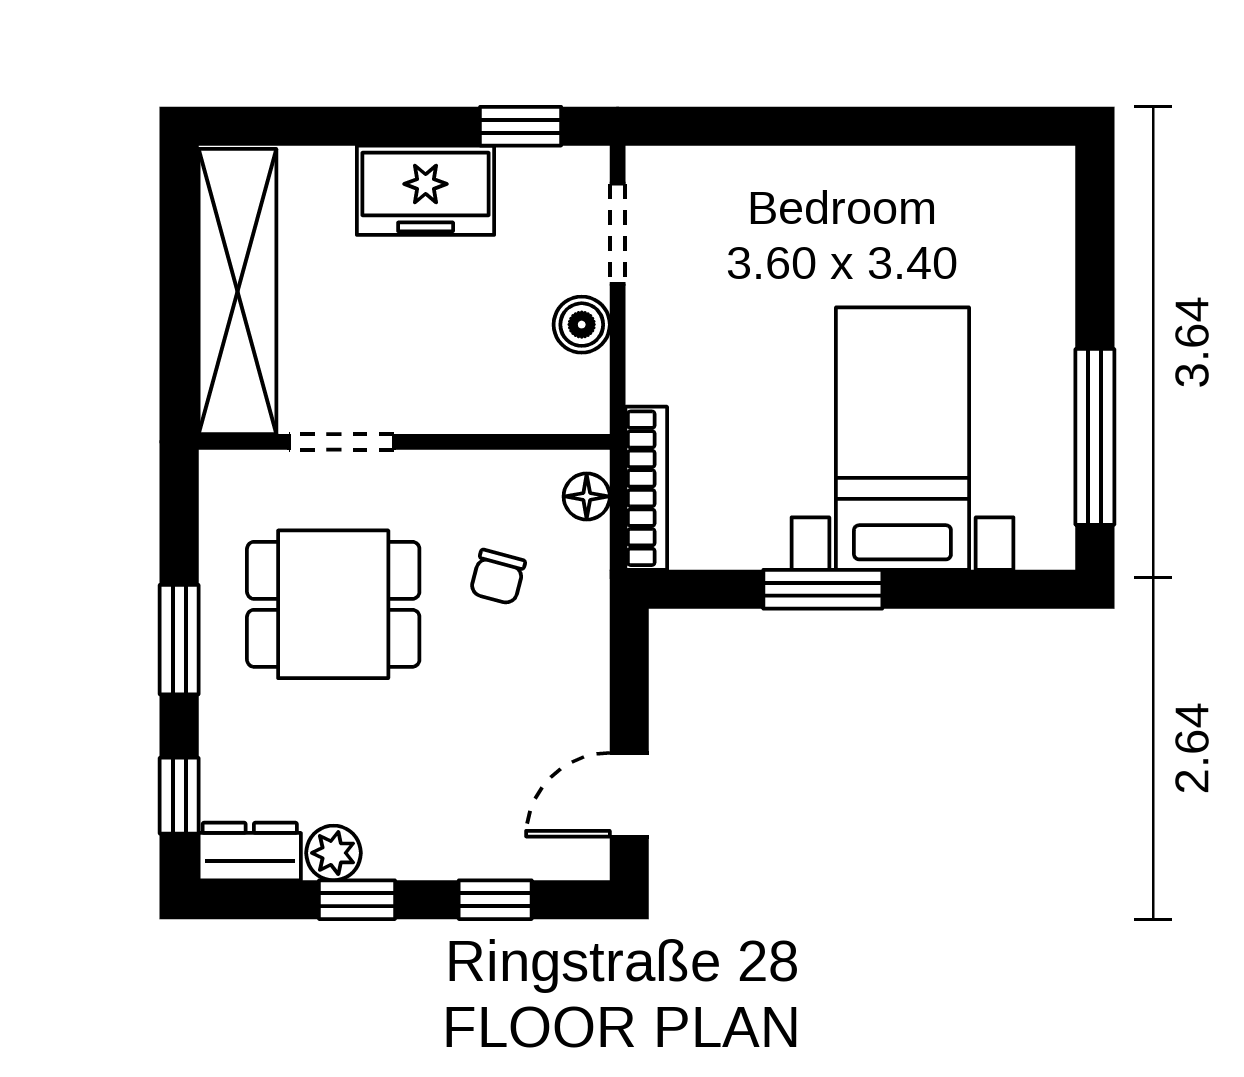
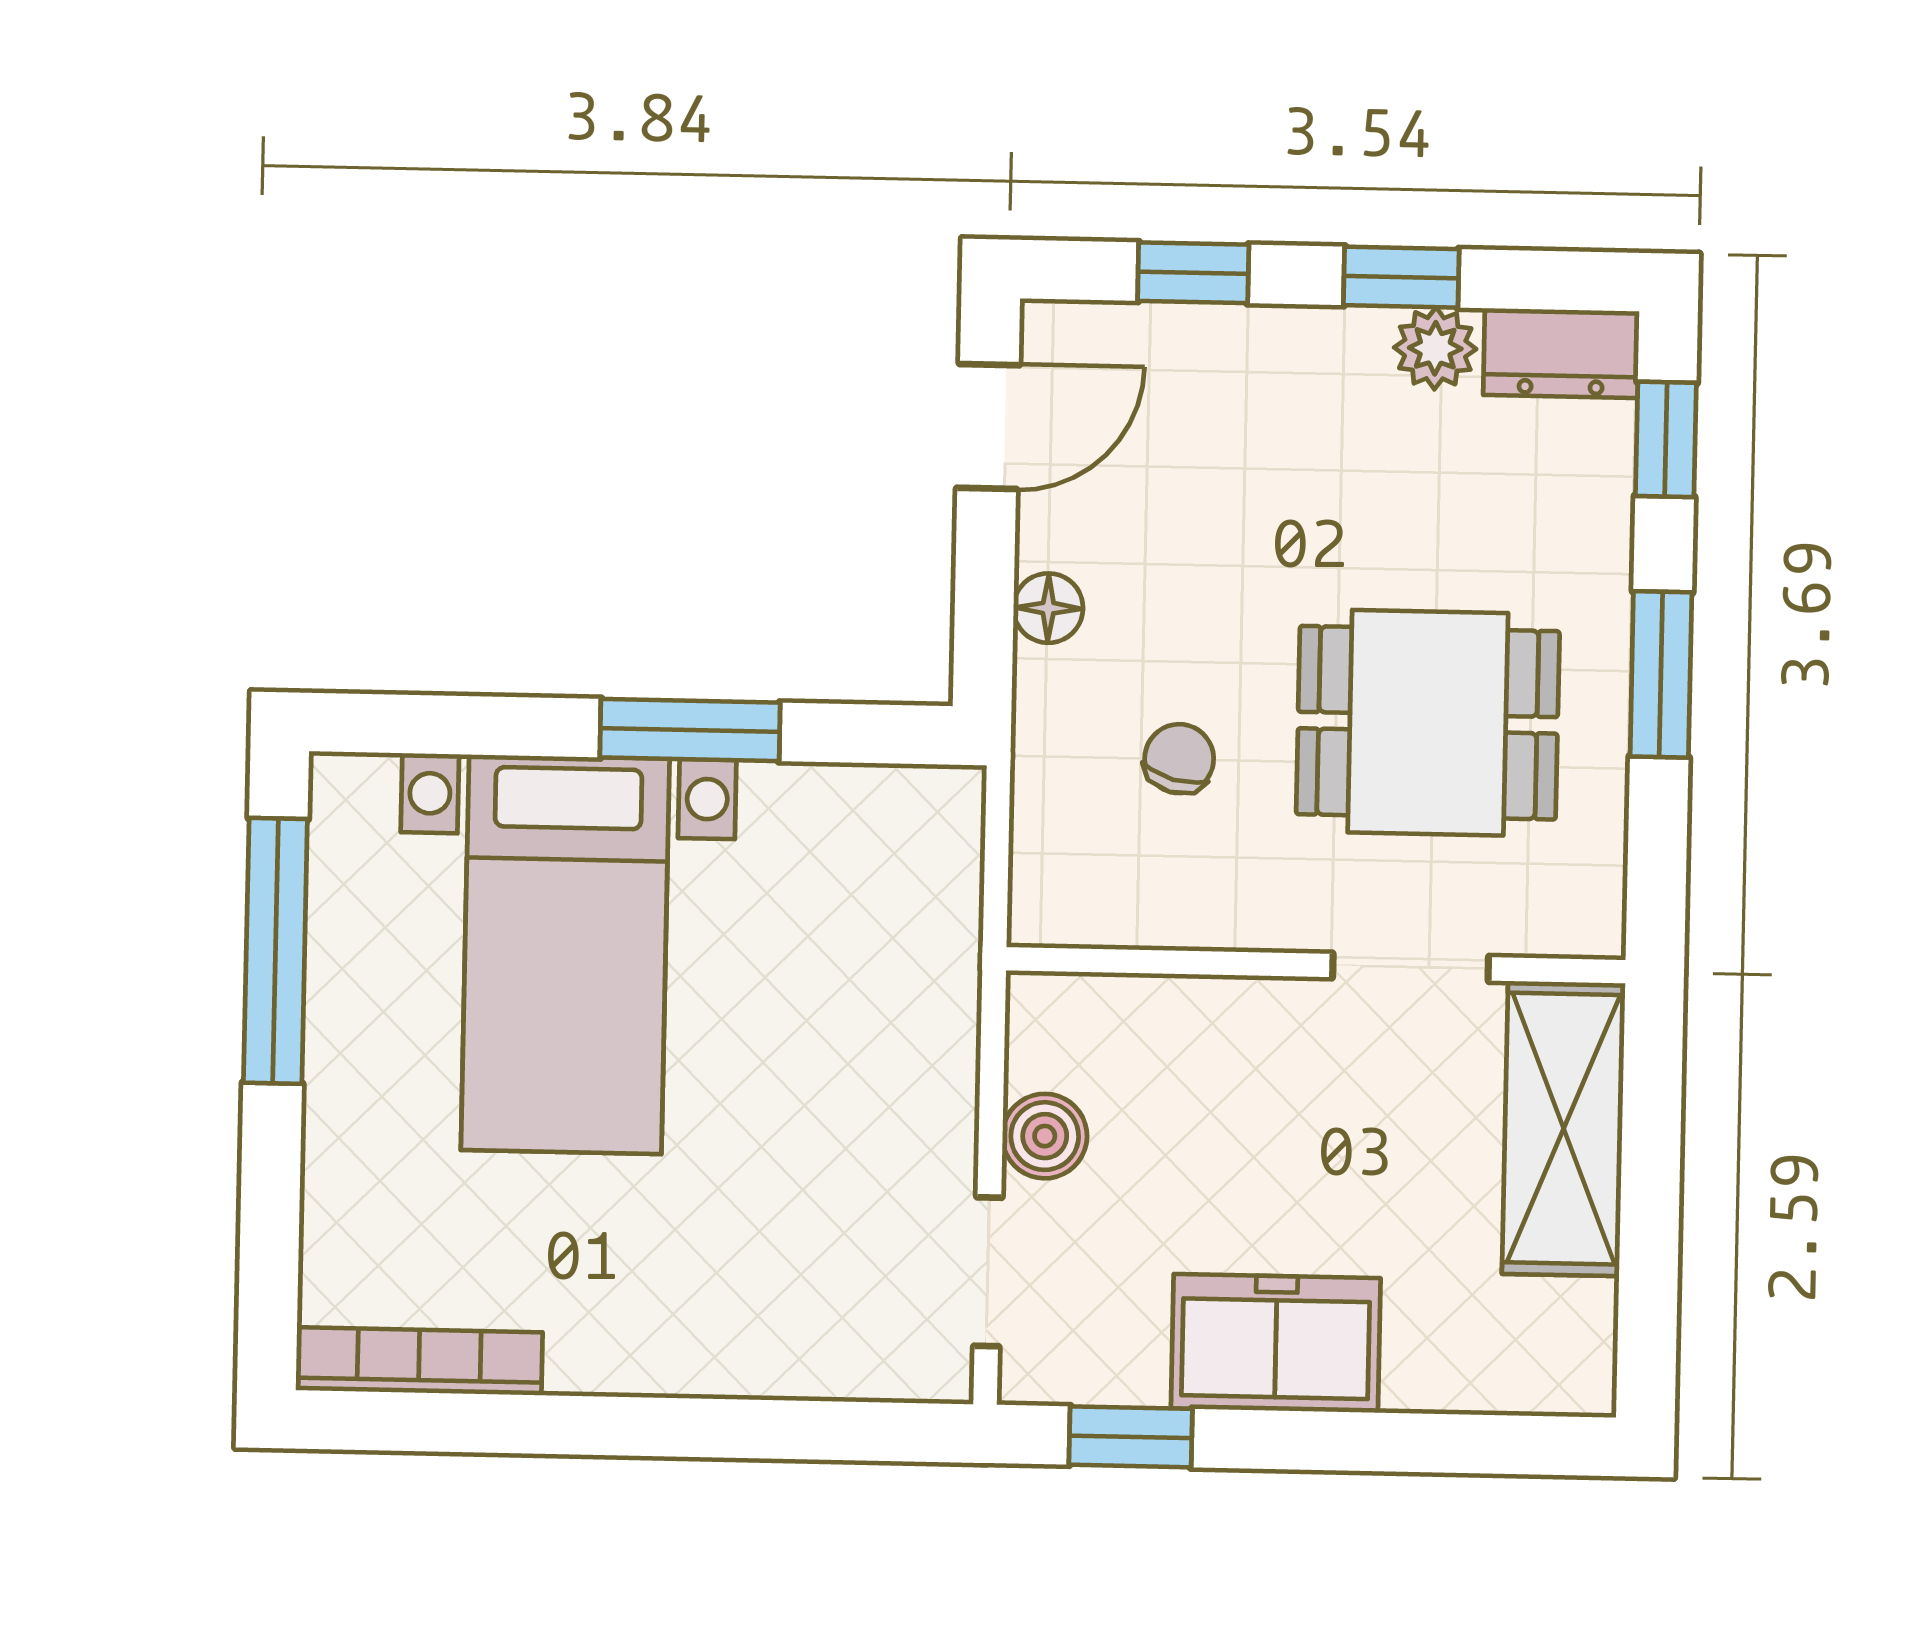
shelving: (237, 291) -> (1564, 1129), width x0.68
bookcase: (646, 488) -> (419, 1361), moved, turned 90
floor lamp: (587, 496) -> (1048, 608), moved

